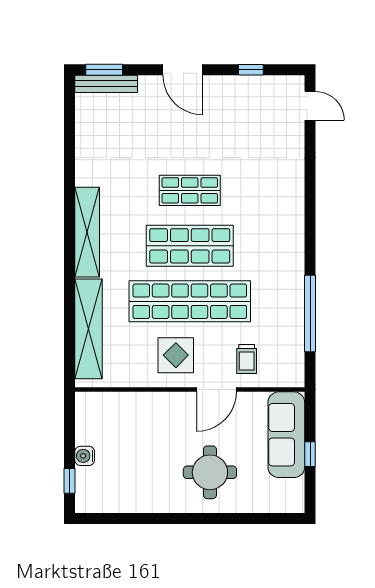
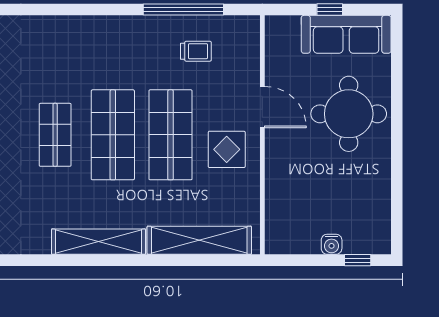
shop shelf: (190, 301) -> (171, 135), width x0.71
trolley: (247, 359) -> (196, 51), moved
sofa: (286, 435) -> (346, 34), moved
round table: (210, 472) -> (349, 114), width x1.36, depth x1.36

